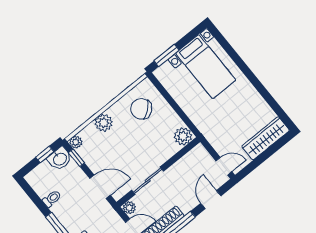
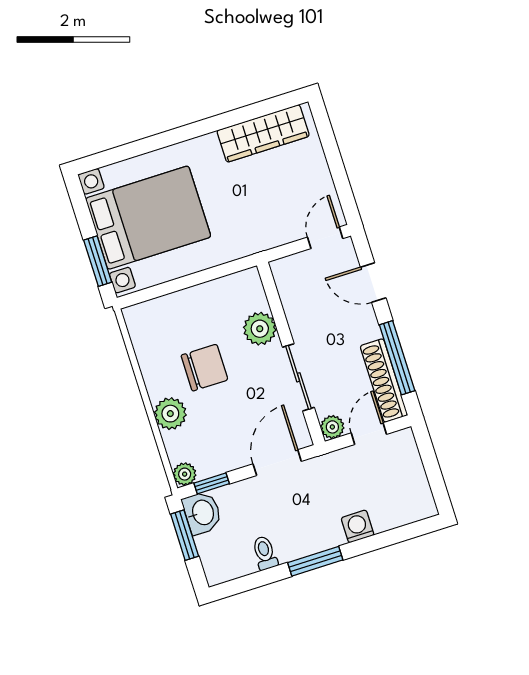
bed with nightstands: (206, 67) -> (148, 218), width x1.36
chair: (141, 109) -> (205, 368), moved, turned -141
plant: (183, 136) -> (260, 329), moved
wardrobe: (266, 138) -> (263, 133), moved, turned -90
window: (45, 154) -> (185, 535), width x1.50

